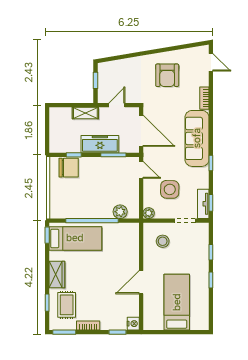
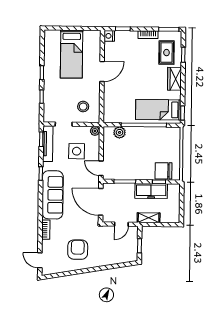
freezer: (100, 144) -> (151, 191), moved
tv unit: (203, 204) -> (48, 144), width x1.41

